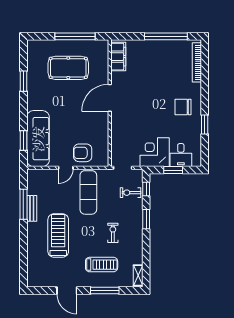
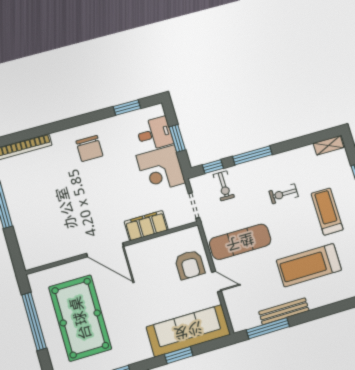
filing cabinet: (118, 57) -> (146, 226), moved
pool table: (68, 68) -> (80, 318), width x1.36, depth x1.32
window: (205, 125) -> (127, 107), moved
window: (23, 141) -> (179, 355), moved
window: (23, 204) -> (268, 328), moved
bench: (32, 208) -> (284, 311), width x1.36
window: (146, 219) -> (252, 155), width x1.44
treadmill: (102, 265) -> (327, 212), moved

